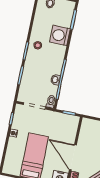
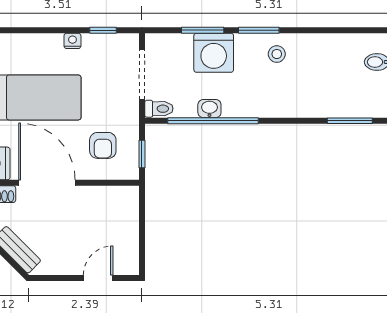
washing machine: (60, 35) -> (214, 53), moved, turned 180
armchair: (62, 129) -> (103, 145), added
door: (73, 157) -> (47, 183), hinge flipped

